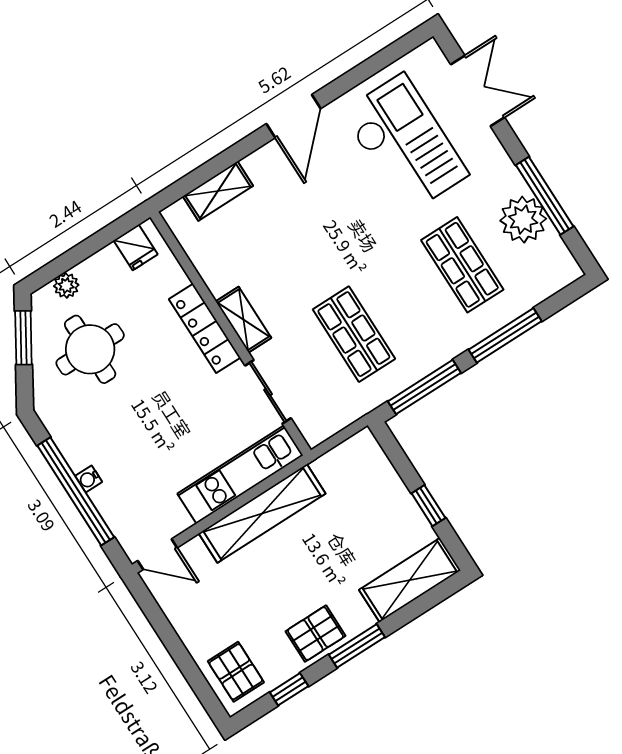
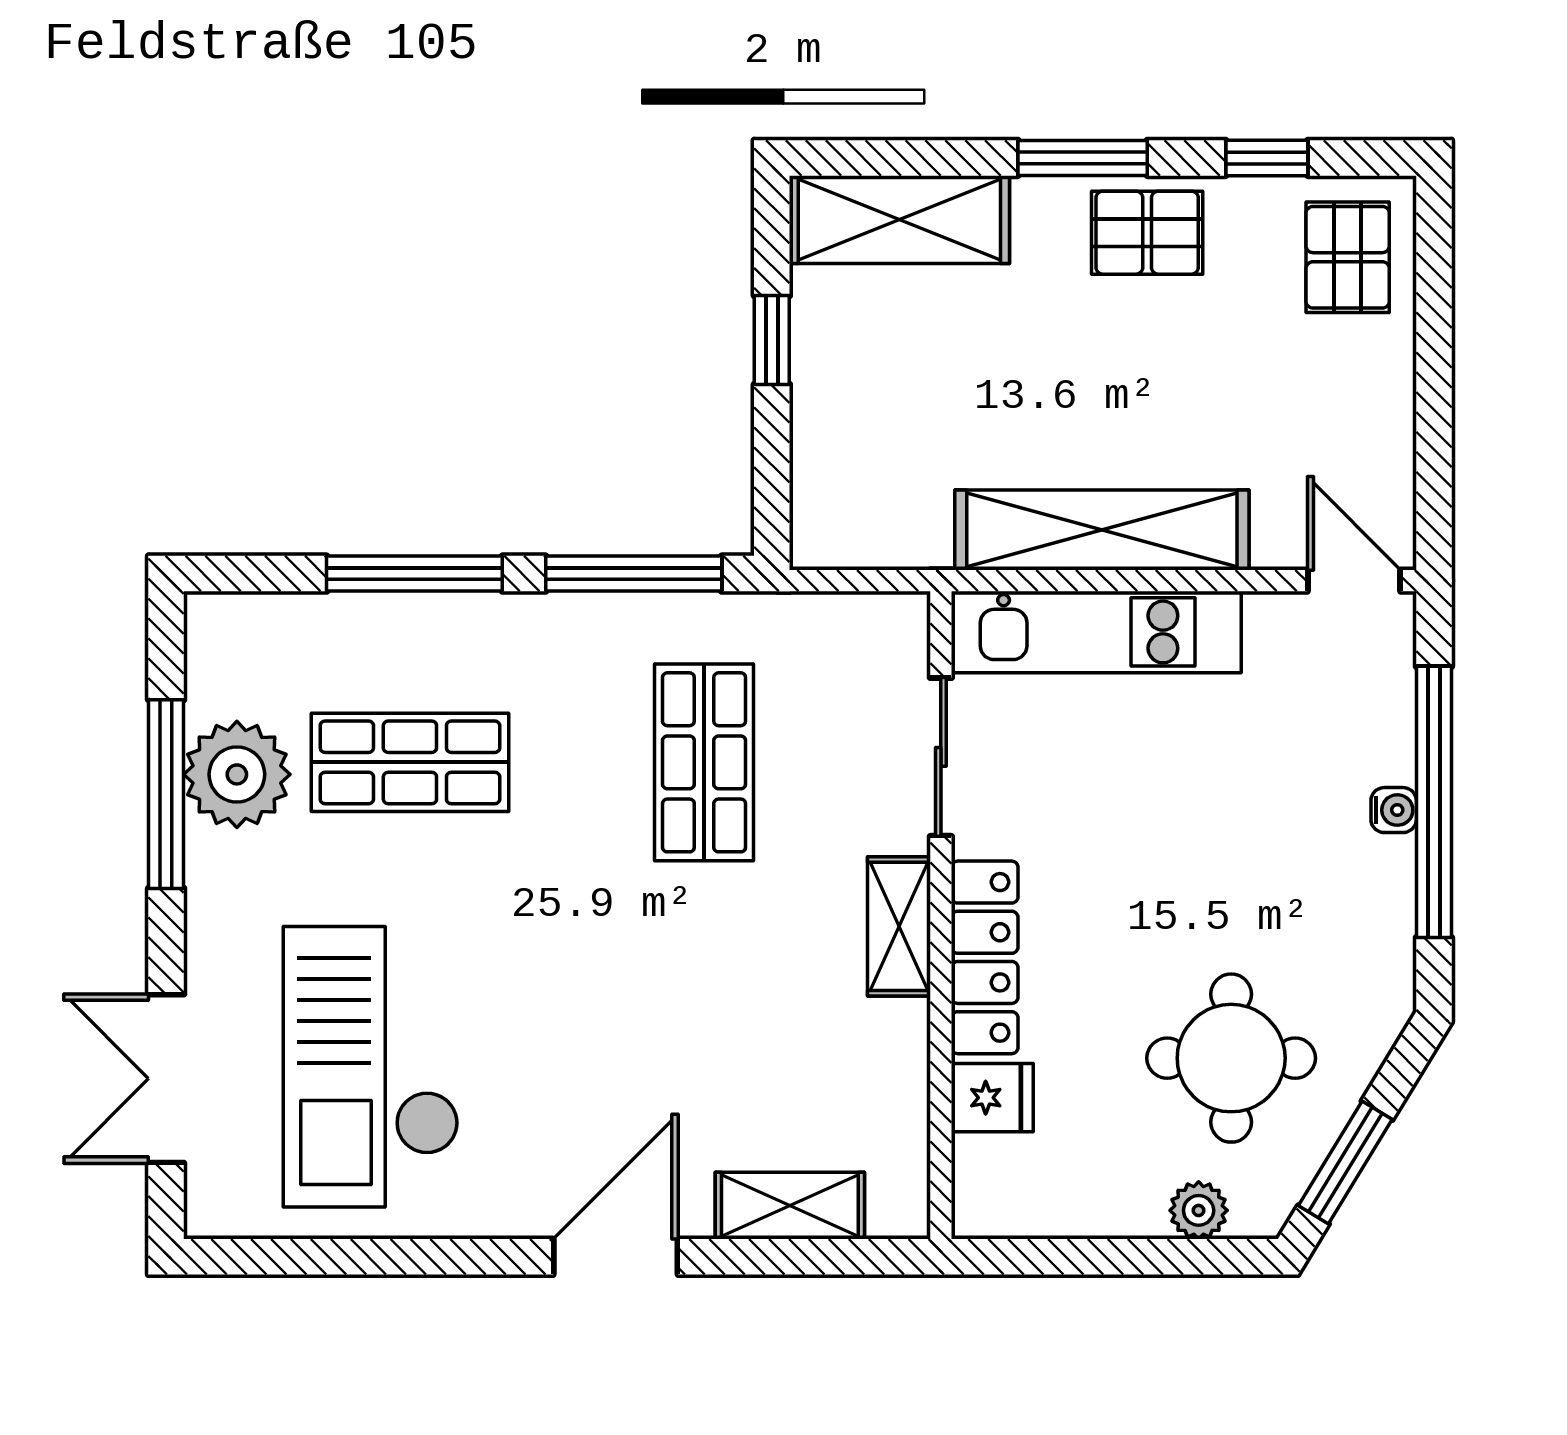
door: (294, 116) -> (616, 1257), moved
fridge: (136, 247) -> (992, 1098), moved, turned 90
shop shelf: (462, 265) -> (410, 762), turned 90

